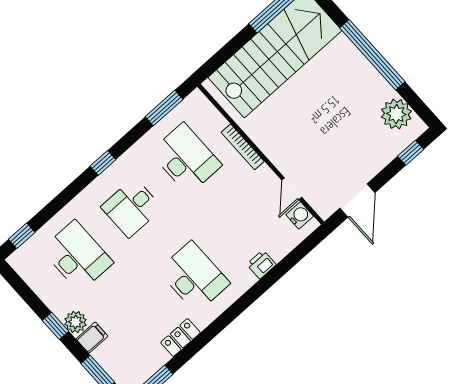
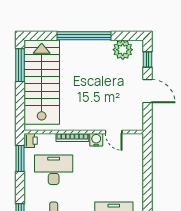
door: (357, 200) -> (147, 91), moved
water cooler: (300, 215) -> (96, 140), moved
printer: (261, 264) -> (31, 141), moved, turned 180

